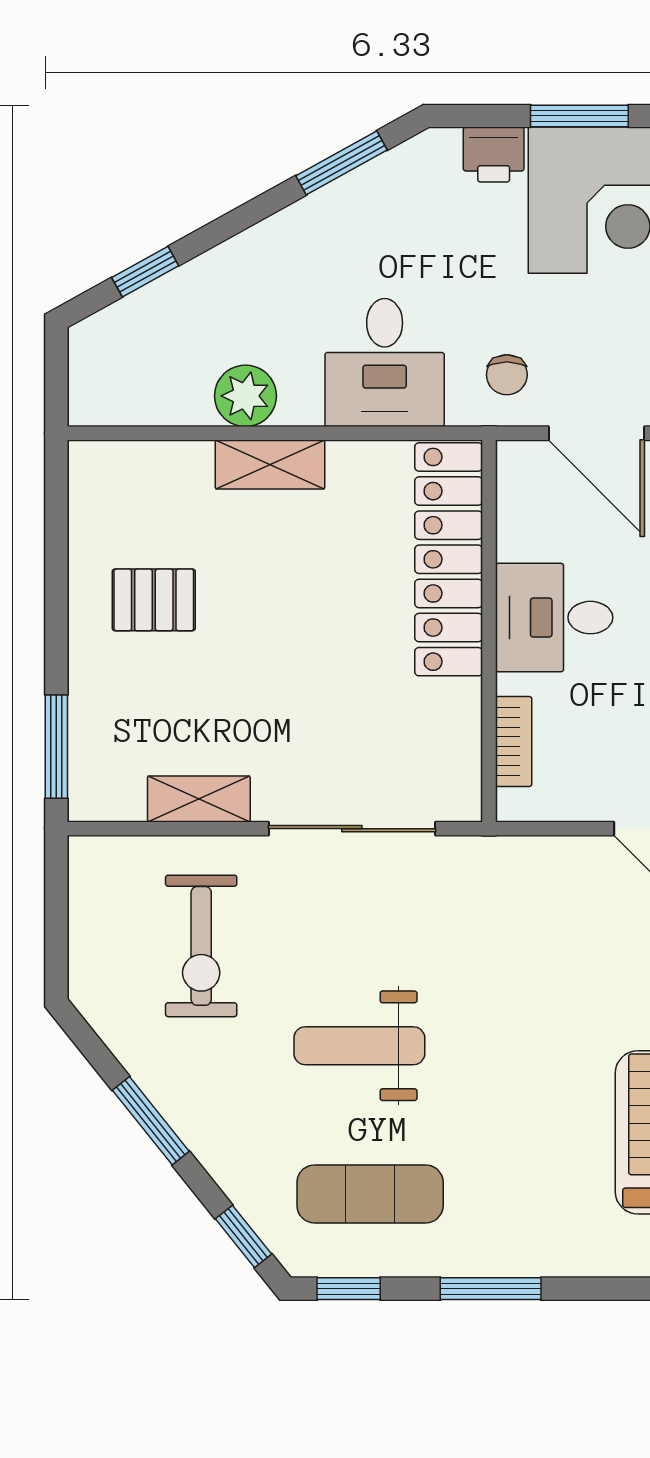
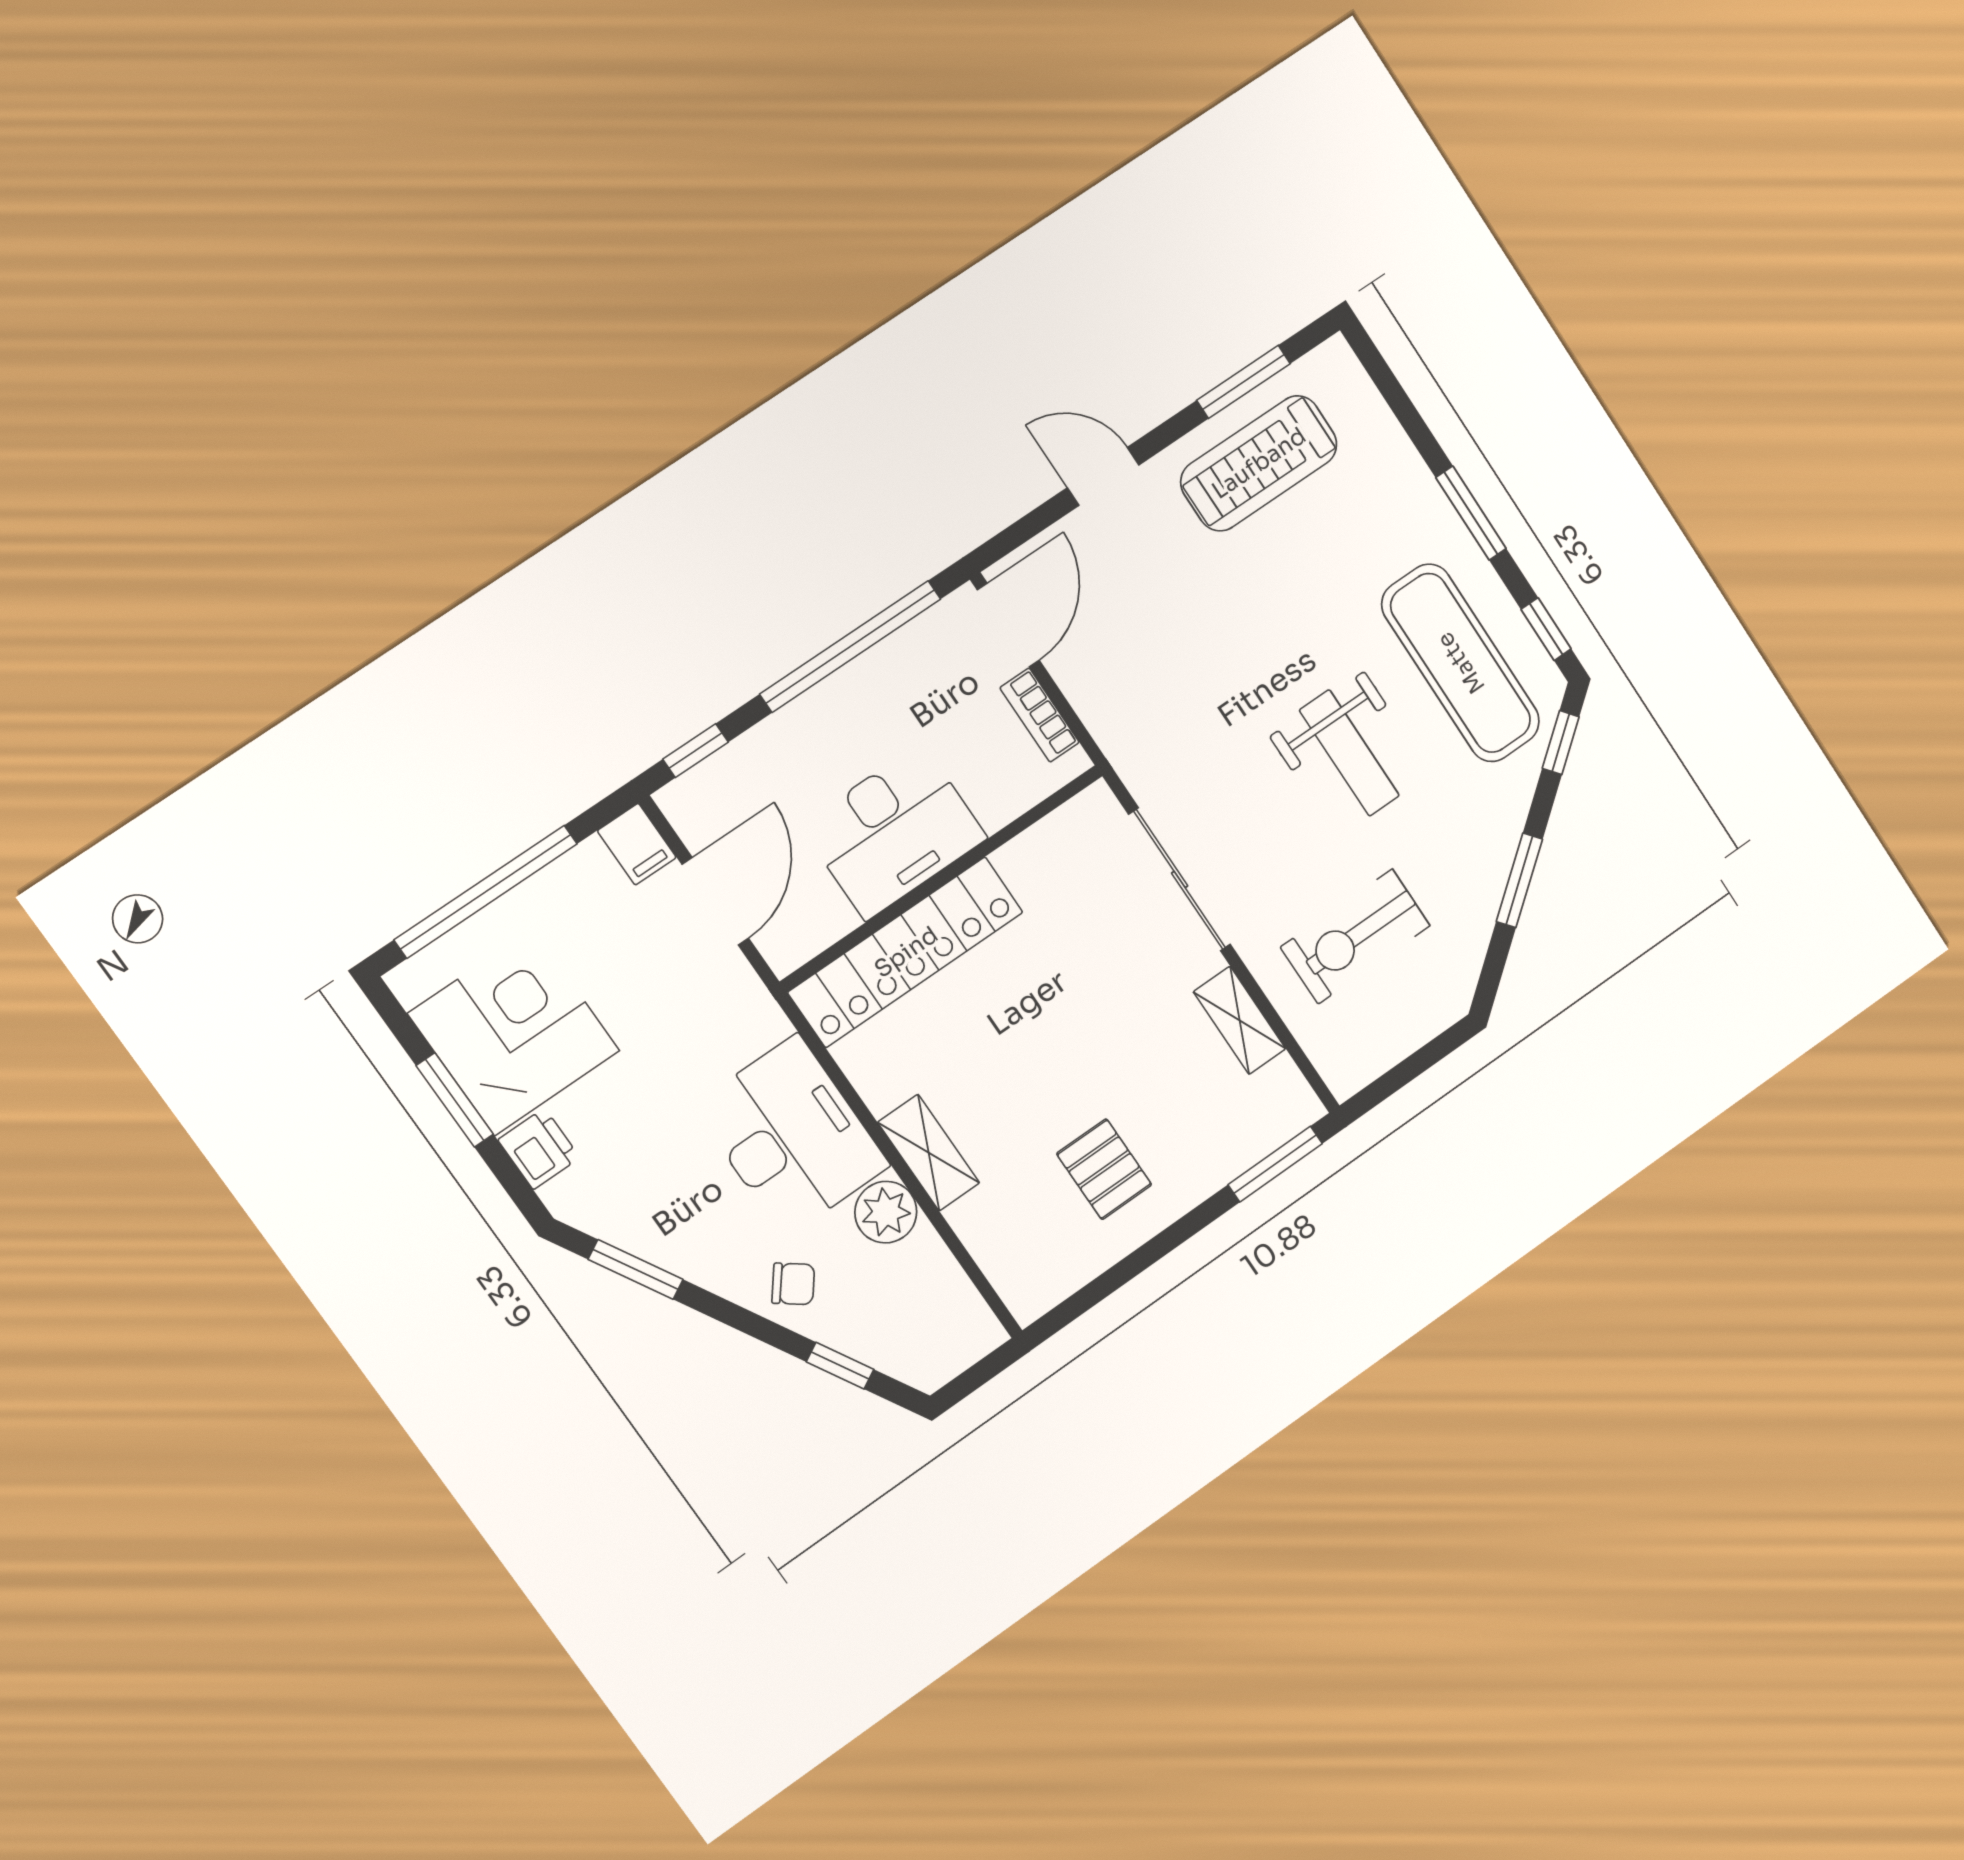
desk: (385, 363) -> (791, 1136), width x1.37
chair: (507, 375) -> (793, 1284), moved, turned 38
desk: (554, 618) -> (894, 832), width x1.37
bookcase: (514, 742) -> (1040, 715), moved, turned -90
exercise bike: (201, 946) -> (1355, 936), turned 180
exercise mat: (370, 1194) -> (1461, 663), width x1.36, depth x1.45

